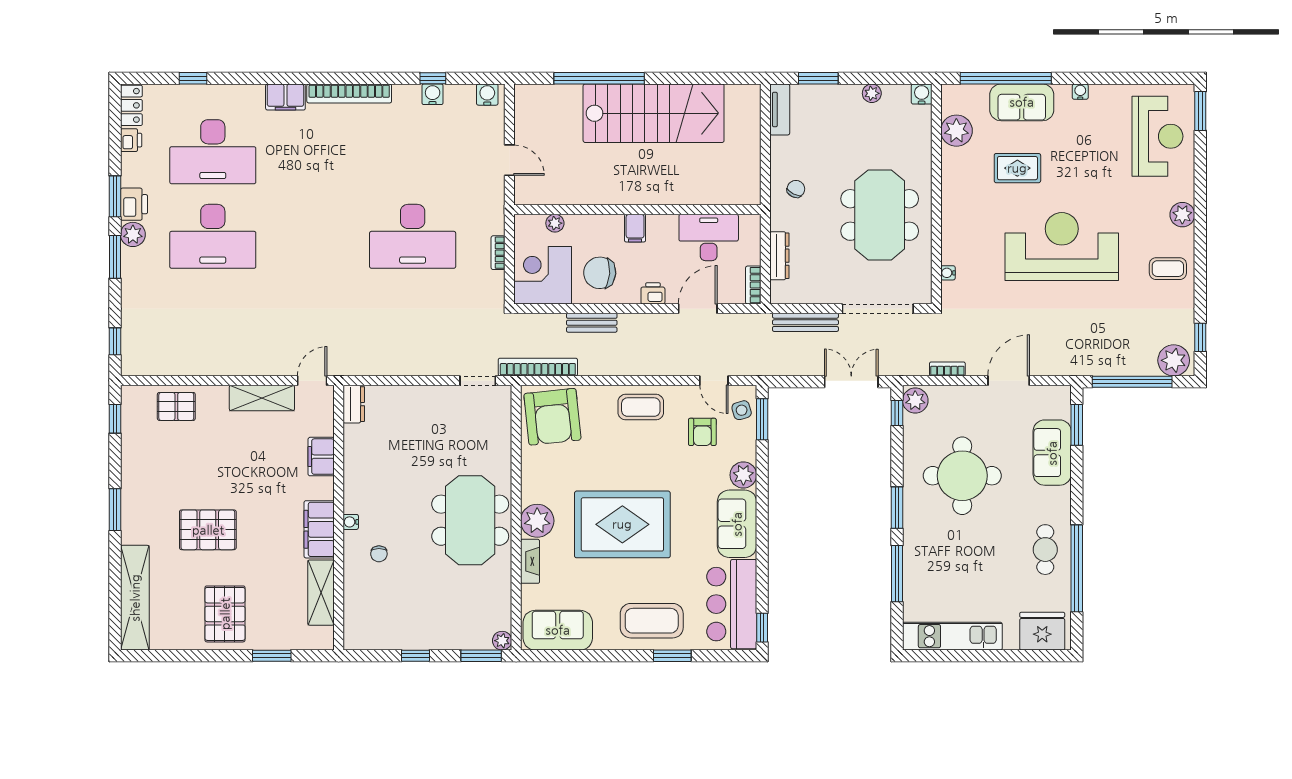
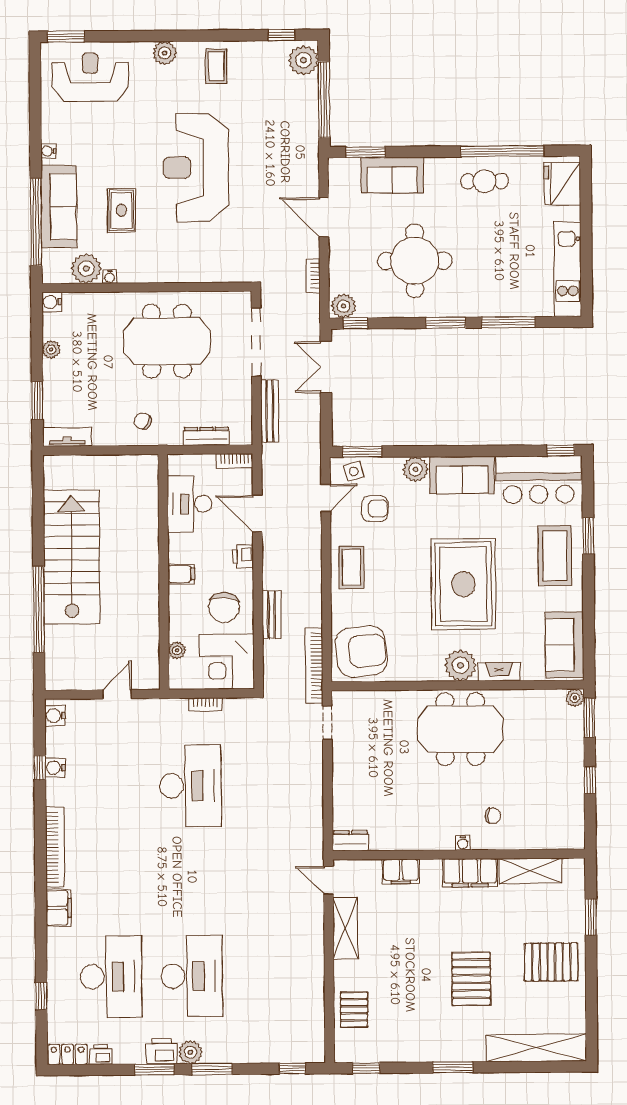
sofa: (1022, 102) -> (59, 207), width x1.36
water cooler: (948, 273) -> (110, 277), moved

